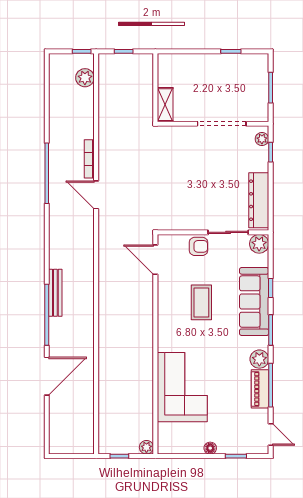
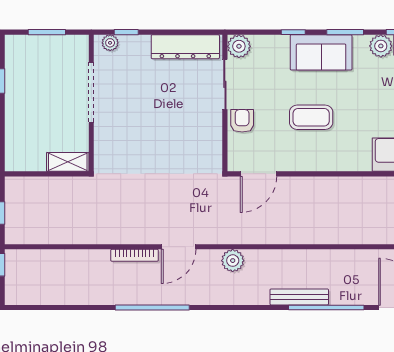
plant: (85, 78) -> (233, 261), moved
sofa: (254, 302) -> (321, 52), width x0.73

